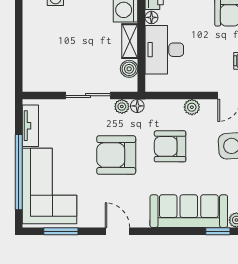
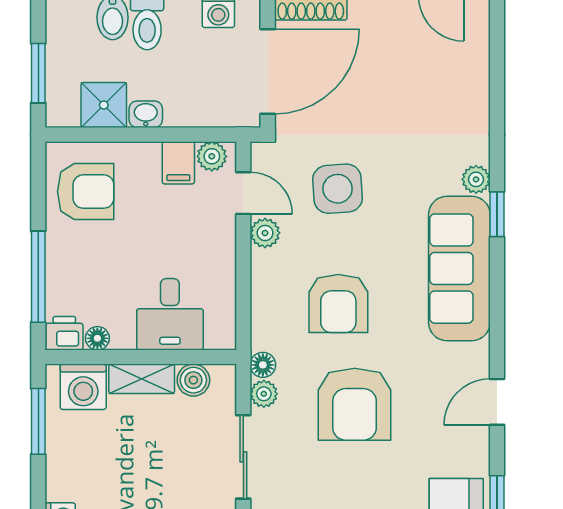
desk: (164, 50) -> (170, 314), width x0.73
plant: (192, 107) -> (265, 233), moved

